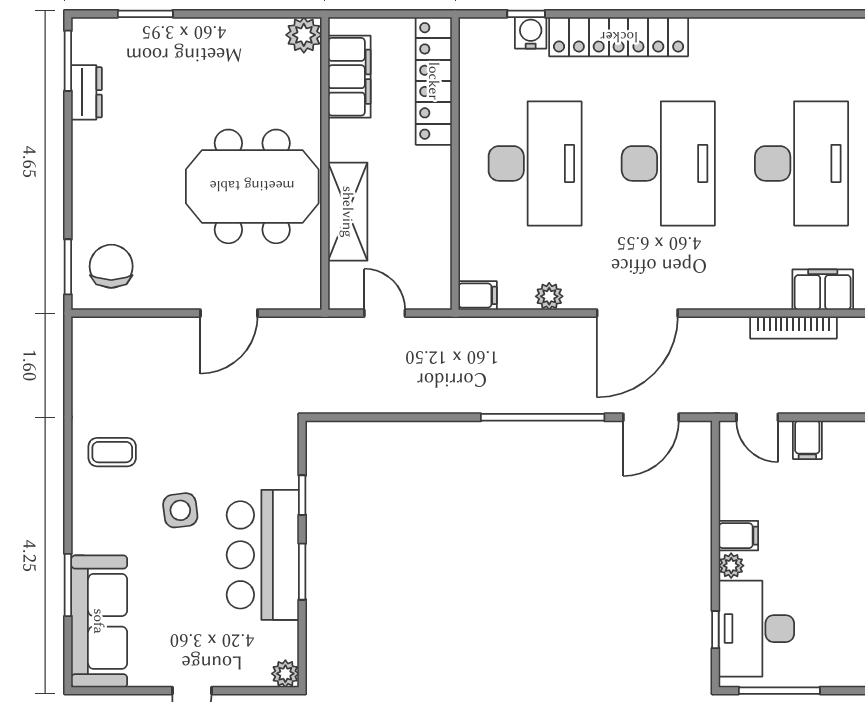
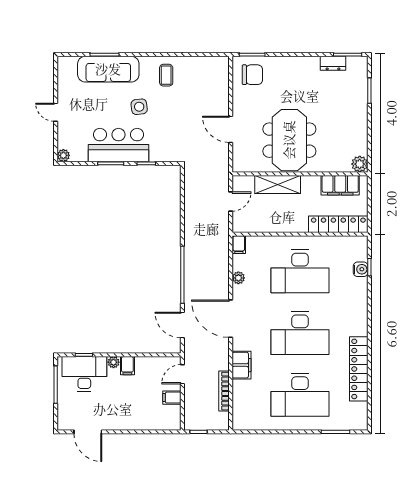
locker: (619, 37) -> (359, 369), moved
filing cabinet: (823, 290) -> (242, 365), moved
sofa: (99, 621) -> (108, 69), moved

